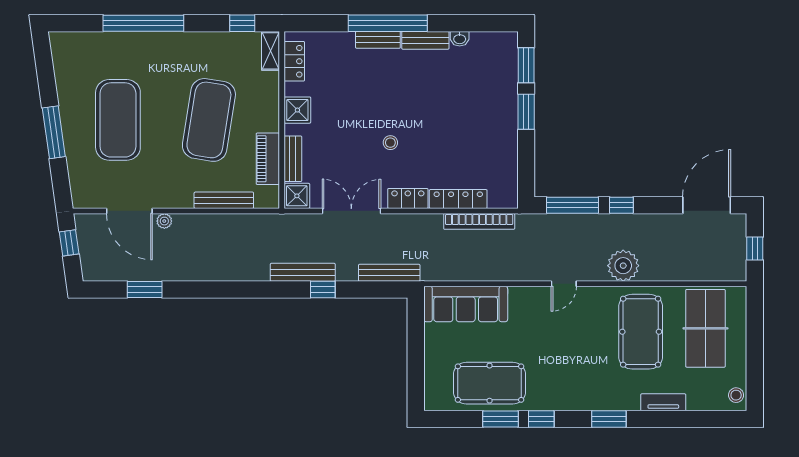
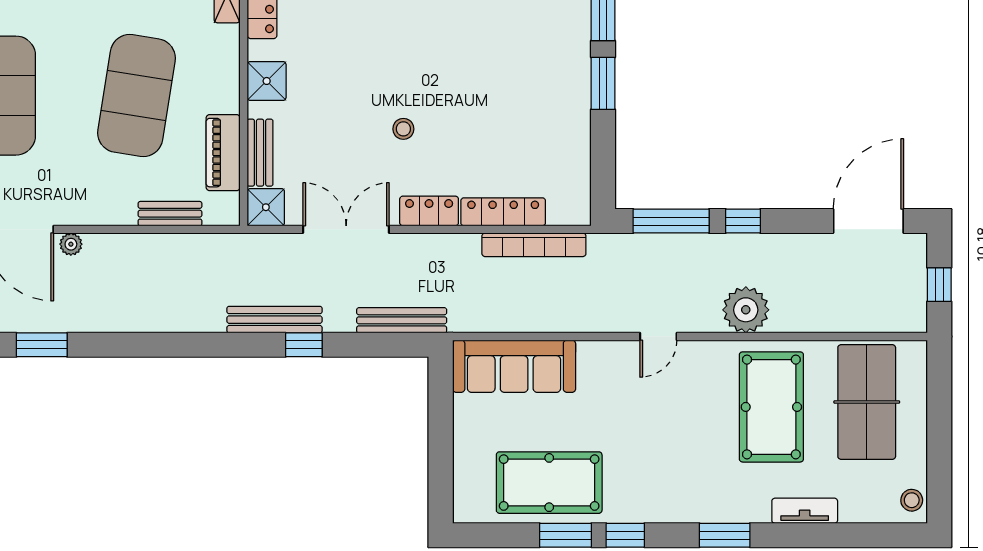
bench: (224, 200) -> (170, 214), width x0.73

